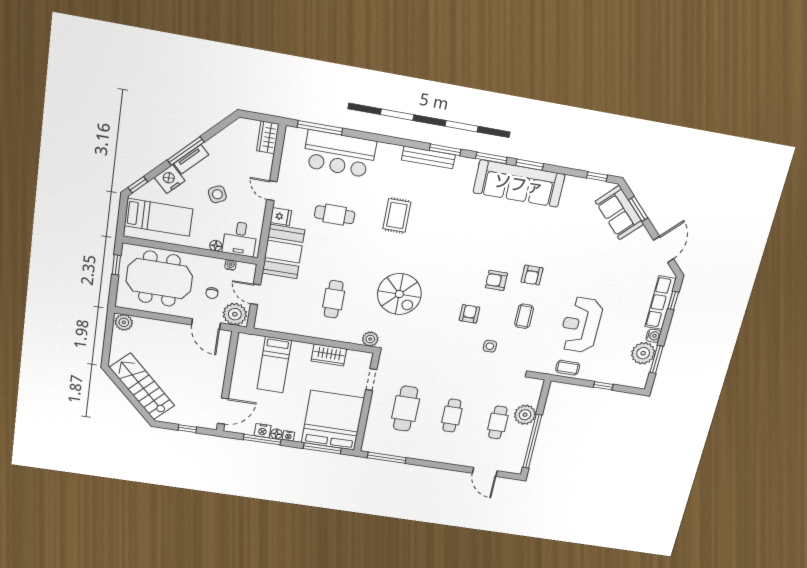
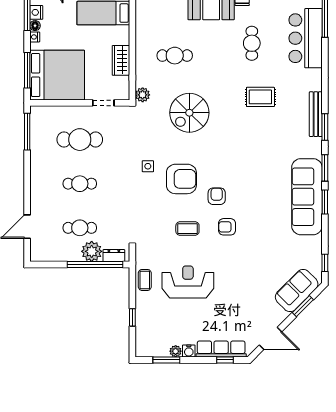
armchair: (469, 314) -> (181, 179), width x1.88, depth x1.88
side table: (490, 346) -> (148, 166), moved
plant: (643, 353) -> (176, 351), width x0.53, depth x0.53
dresser: (535, 394) -> (114, 256), added
window: (532, 441) -> (95, 264), moved

